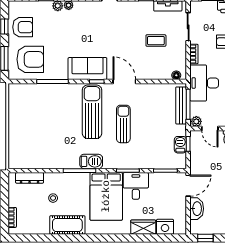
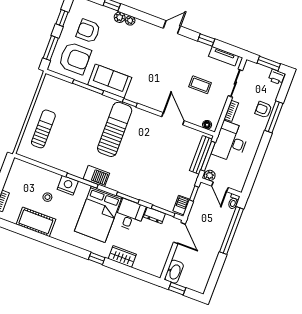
armchair: (23, 27) -> (88, 31), moved, turned 180
sofa: (87, 69) -> (110, 81), moved
door: (124, 82) -> (173, 119), moved
sun lounger: (123, 124) -> (43, 129), moved
barbecue: (180, 145) -> (181, 205), moved
dresser: (30, 178) -> (154, 215), moved, width x0.70
door: (188, 186) -> (179, 233), hinge flipped
washbasin: (197, 209) -> (174, 272), moved
cot: (67, 225) -> (36, 222), moved
nightstand: (165, 227) -> (68, 185), moved, turned 180
window: (120, 238) -> (97, 259), added

